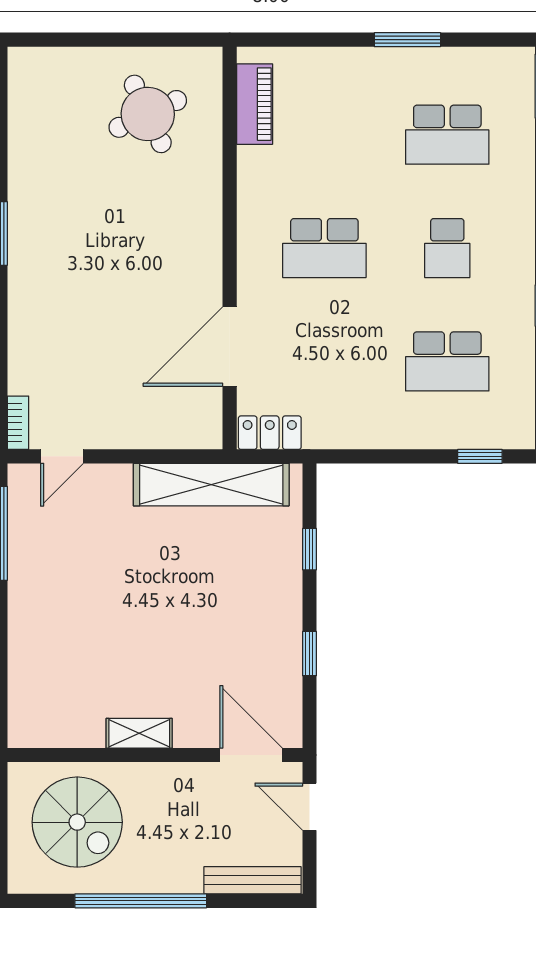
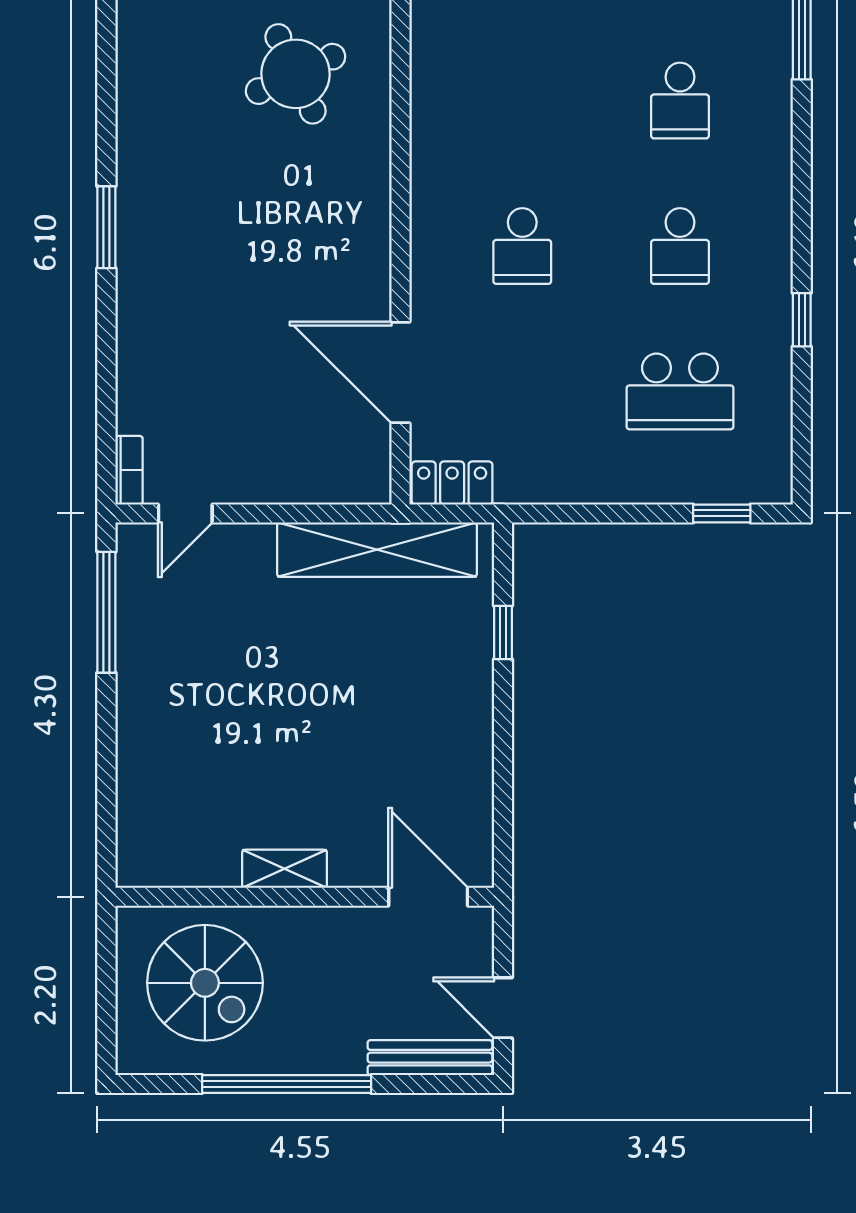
piano: (255, 104) -> (433, 61), removed
school desk: (447, 135) -> (680, 101), width x0.54
school desk: (324, 248) -> (522, 246), width x0.54
door: (230, 347) -> (401, 372), hinge flipped
window: (309, 654) -> (503, 766), removed
door: (309, 807) -> (503, 1008), moved

